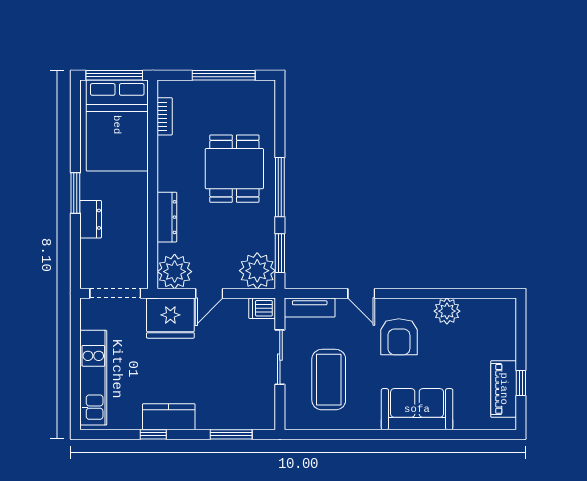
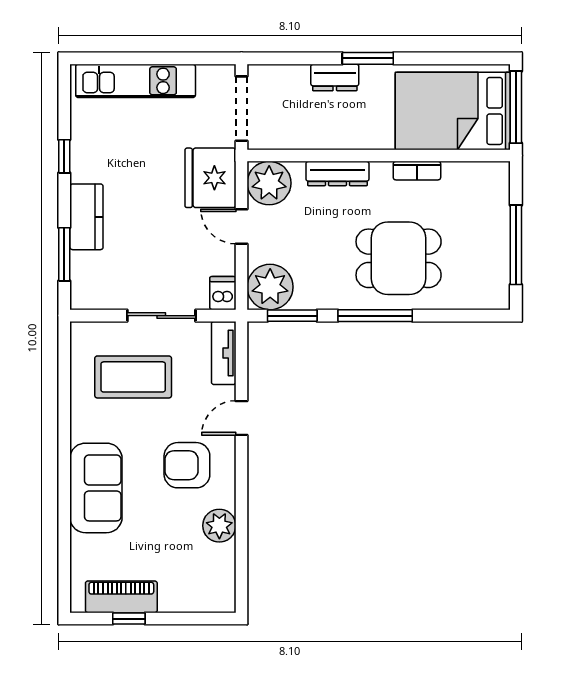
bookcase: (165, 116) -> (417, 171), moved
kitchen counter: (169, 417) -> (86, 217), moved

